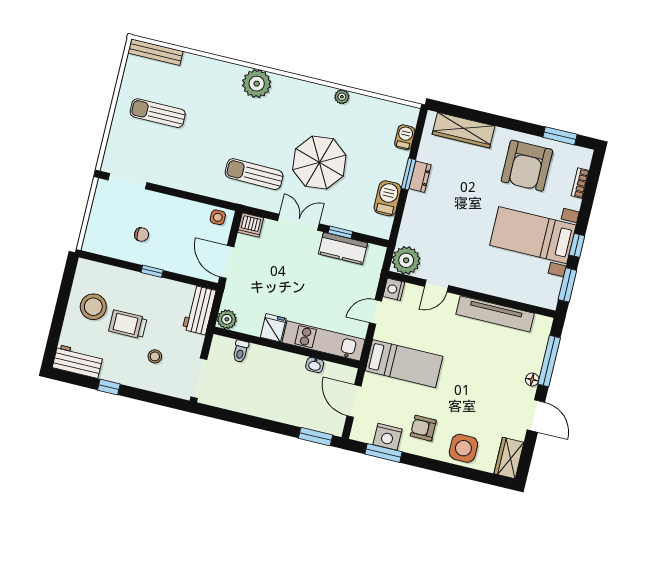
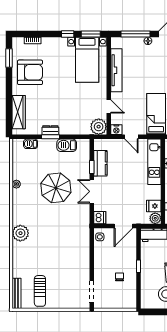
sun lounger: (158, 113) -> (40, 291), moved
sun lounger: (254, 174) -> (71, 223), removed
bed with nightstands: (533, 235) -> (87, 60), moved
fridge: (273, 328) -> (154, 206), moved

